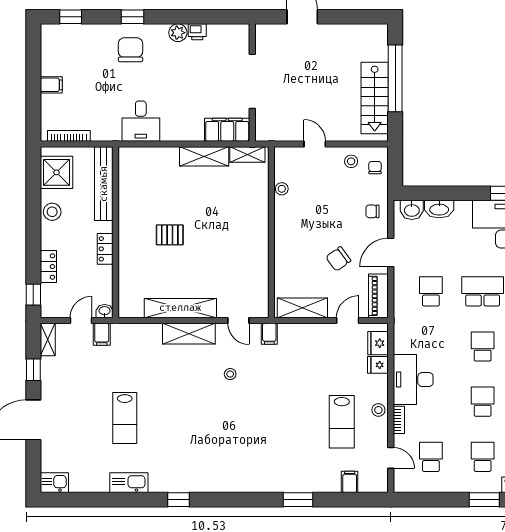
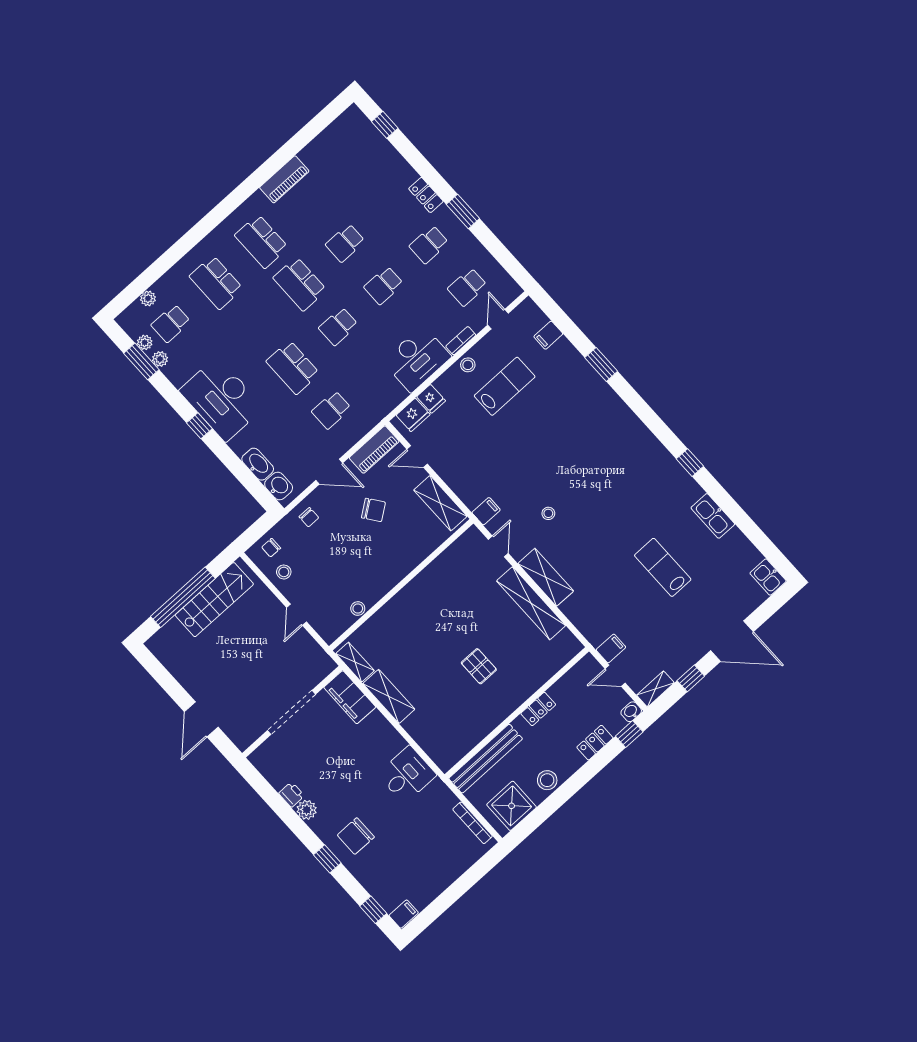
filing cabinet: (51, 85) -> (404, 914), moved, turned 90
washbasin: (105, 311) -> (631, 712), moved, turned 90
lab bench: (125, 418) -> (663, 567), turned -90

